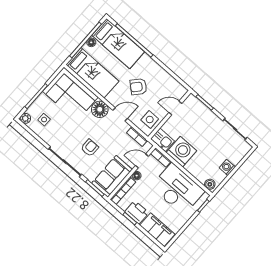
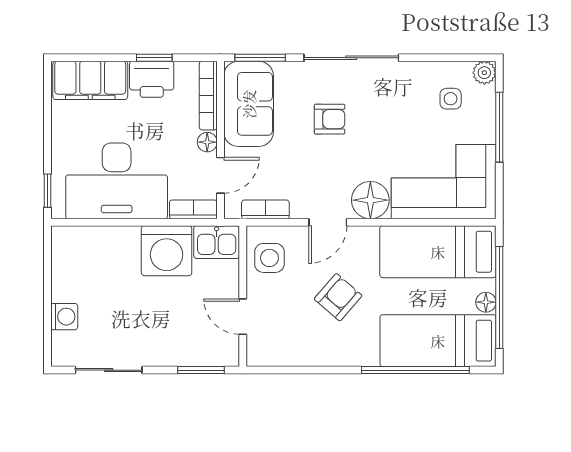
door: (175, 108) -> (243, 317), swing flipped
armchair: (90, 148) -> (330, 119), turned -90
washing machine: (227, 167) -> (64, 317), moved
boiler: (210, 184) -> (69, 237), removed

